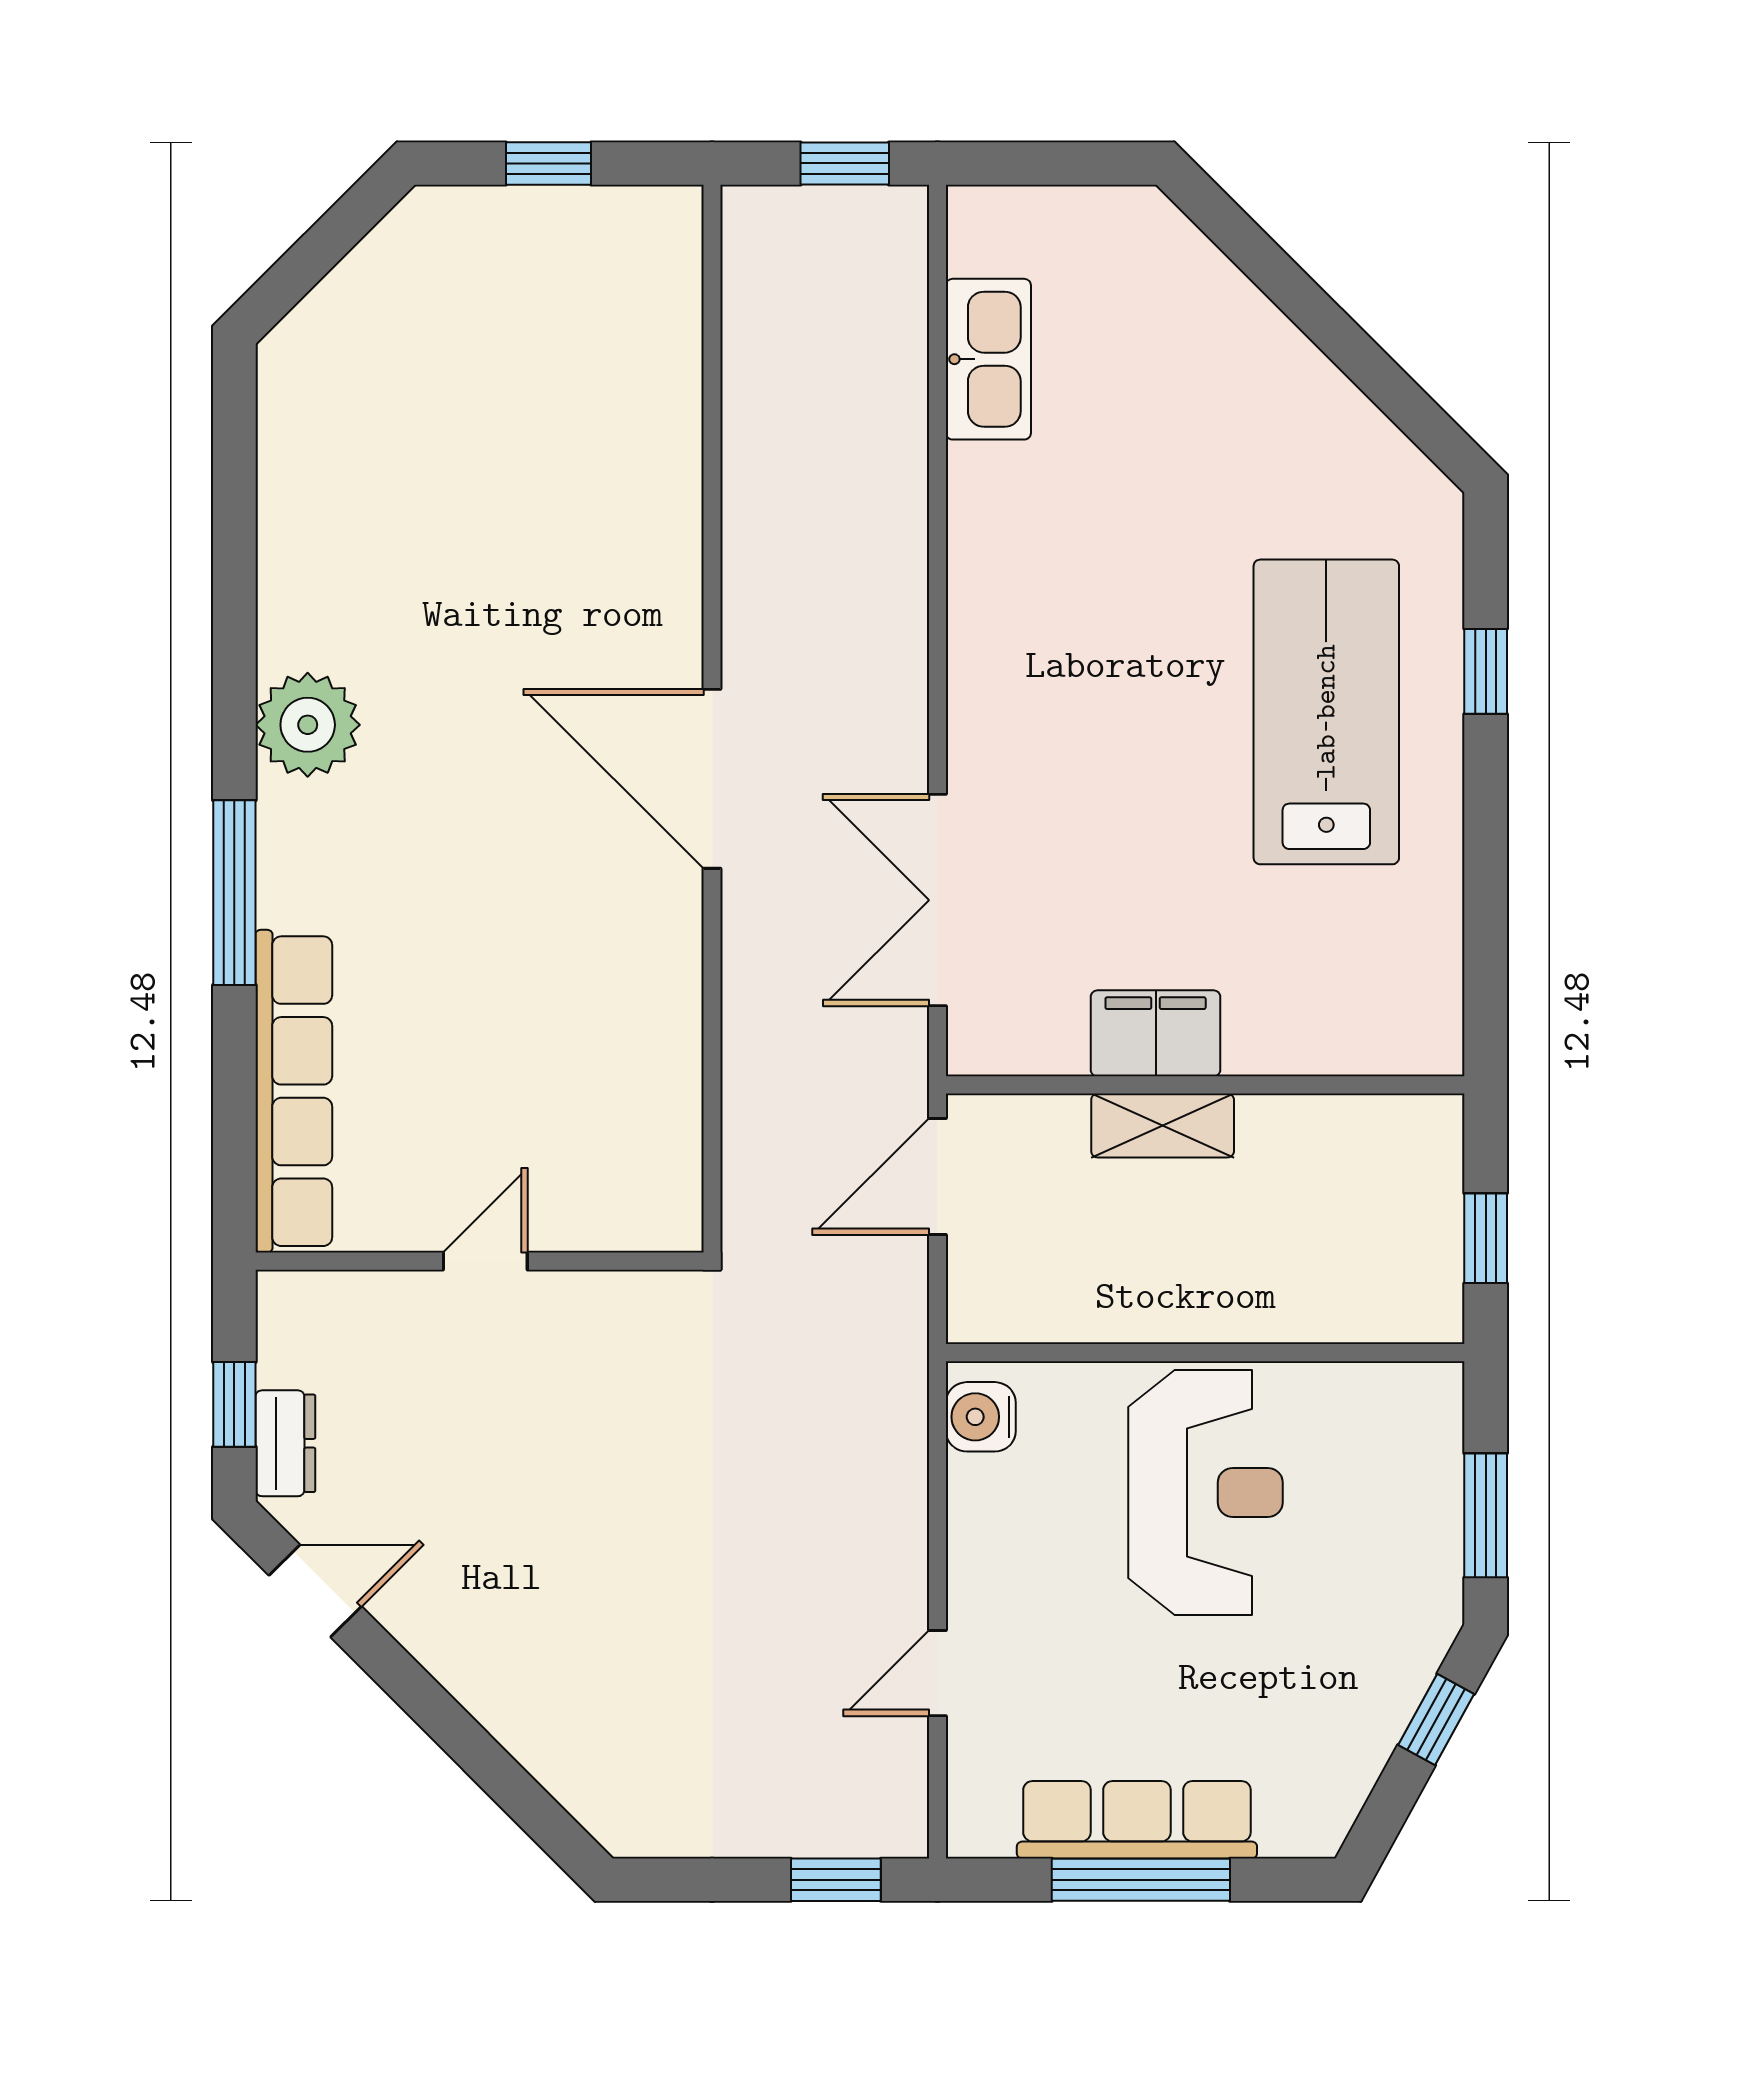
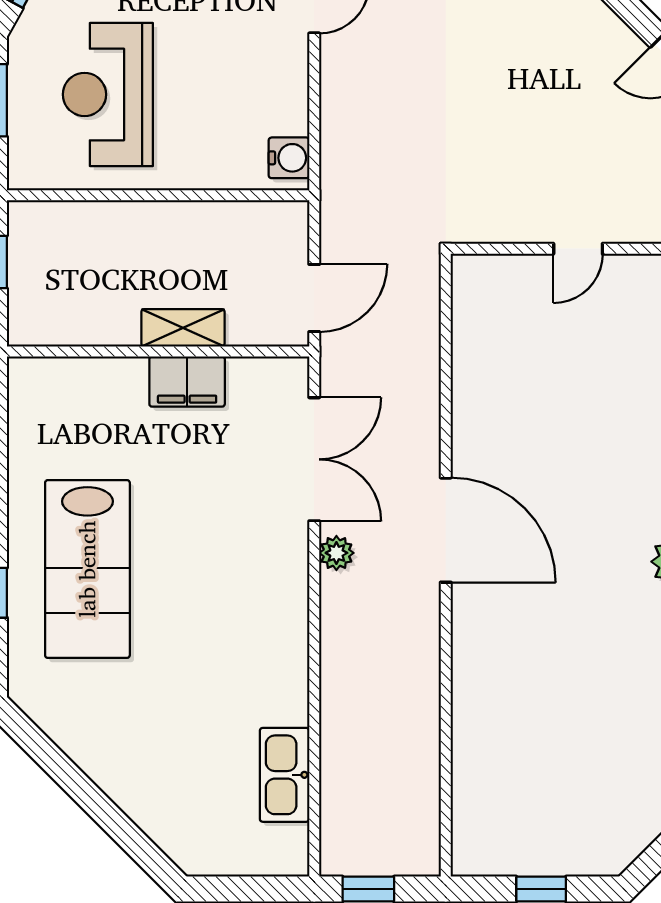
plant: (899, 739) -> (336, 553), added
reception desk: (1205, 1492) -> (108, 94), moved

